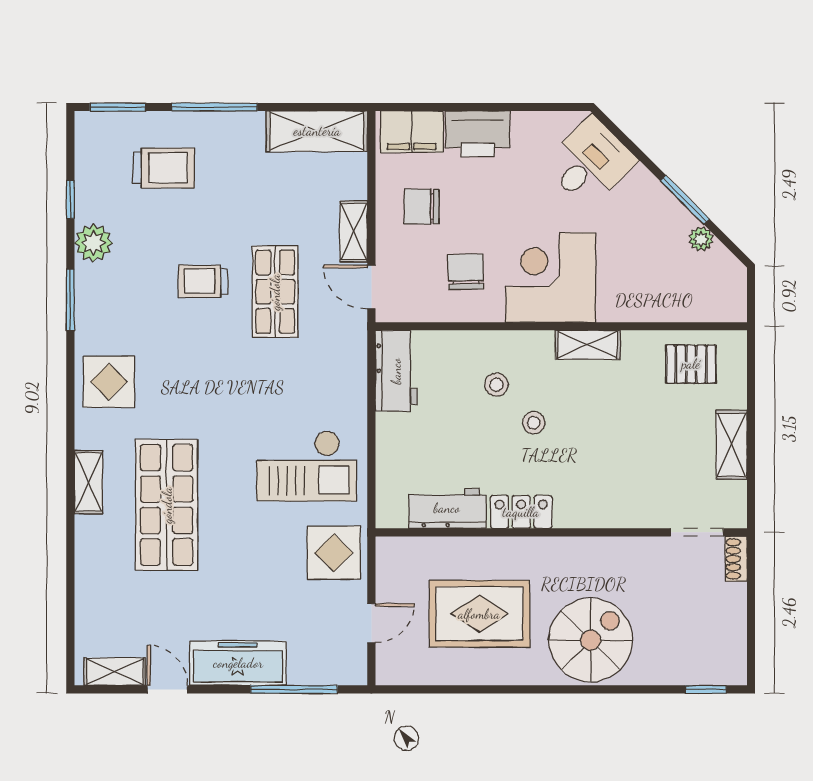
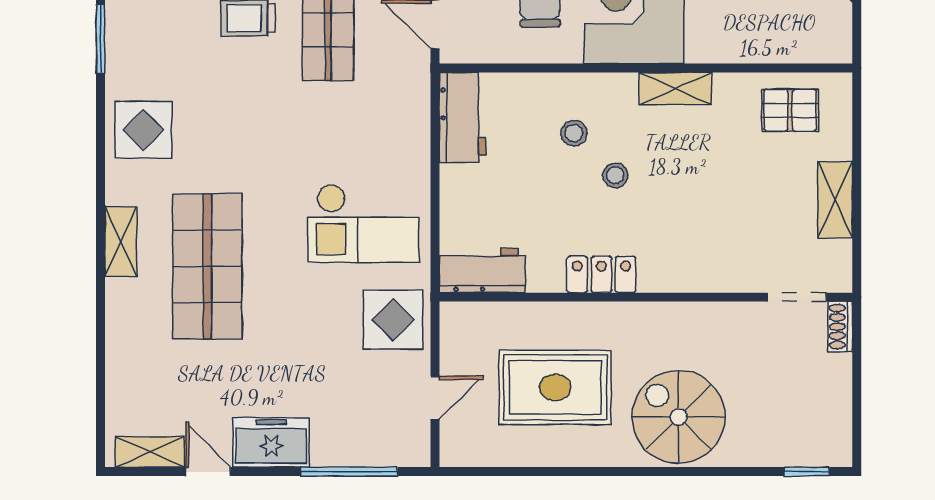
workbench: (447, 508) -> (482, 271), moved
spiral stairs: (591, 640) -> (679, 417), turned -90
freezer: (238, 663) -> (271, 442), width x0.71

